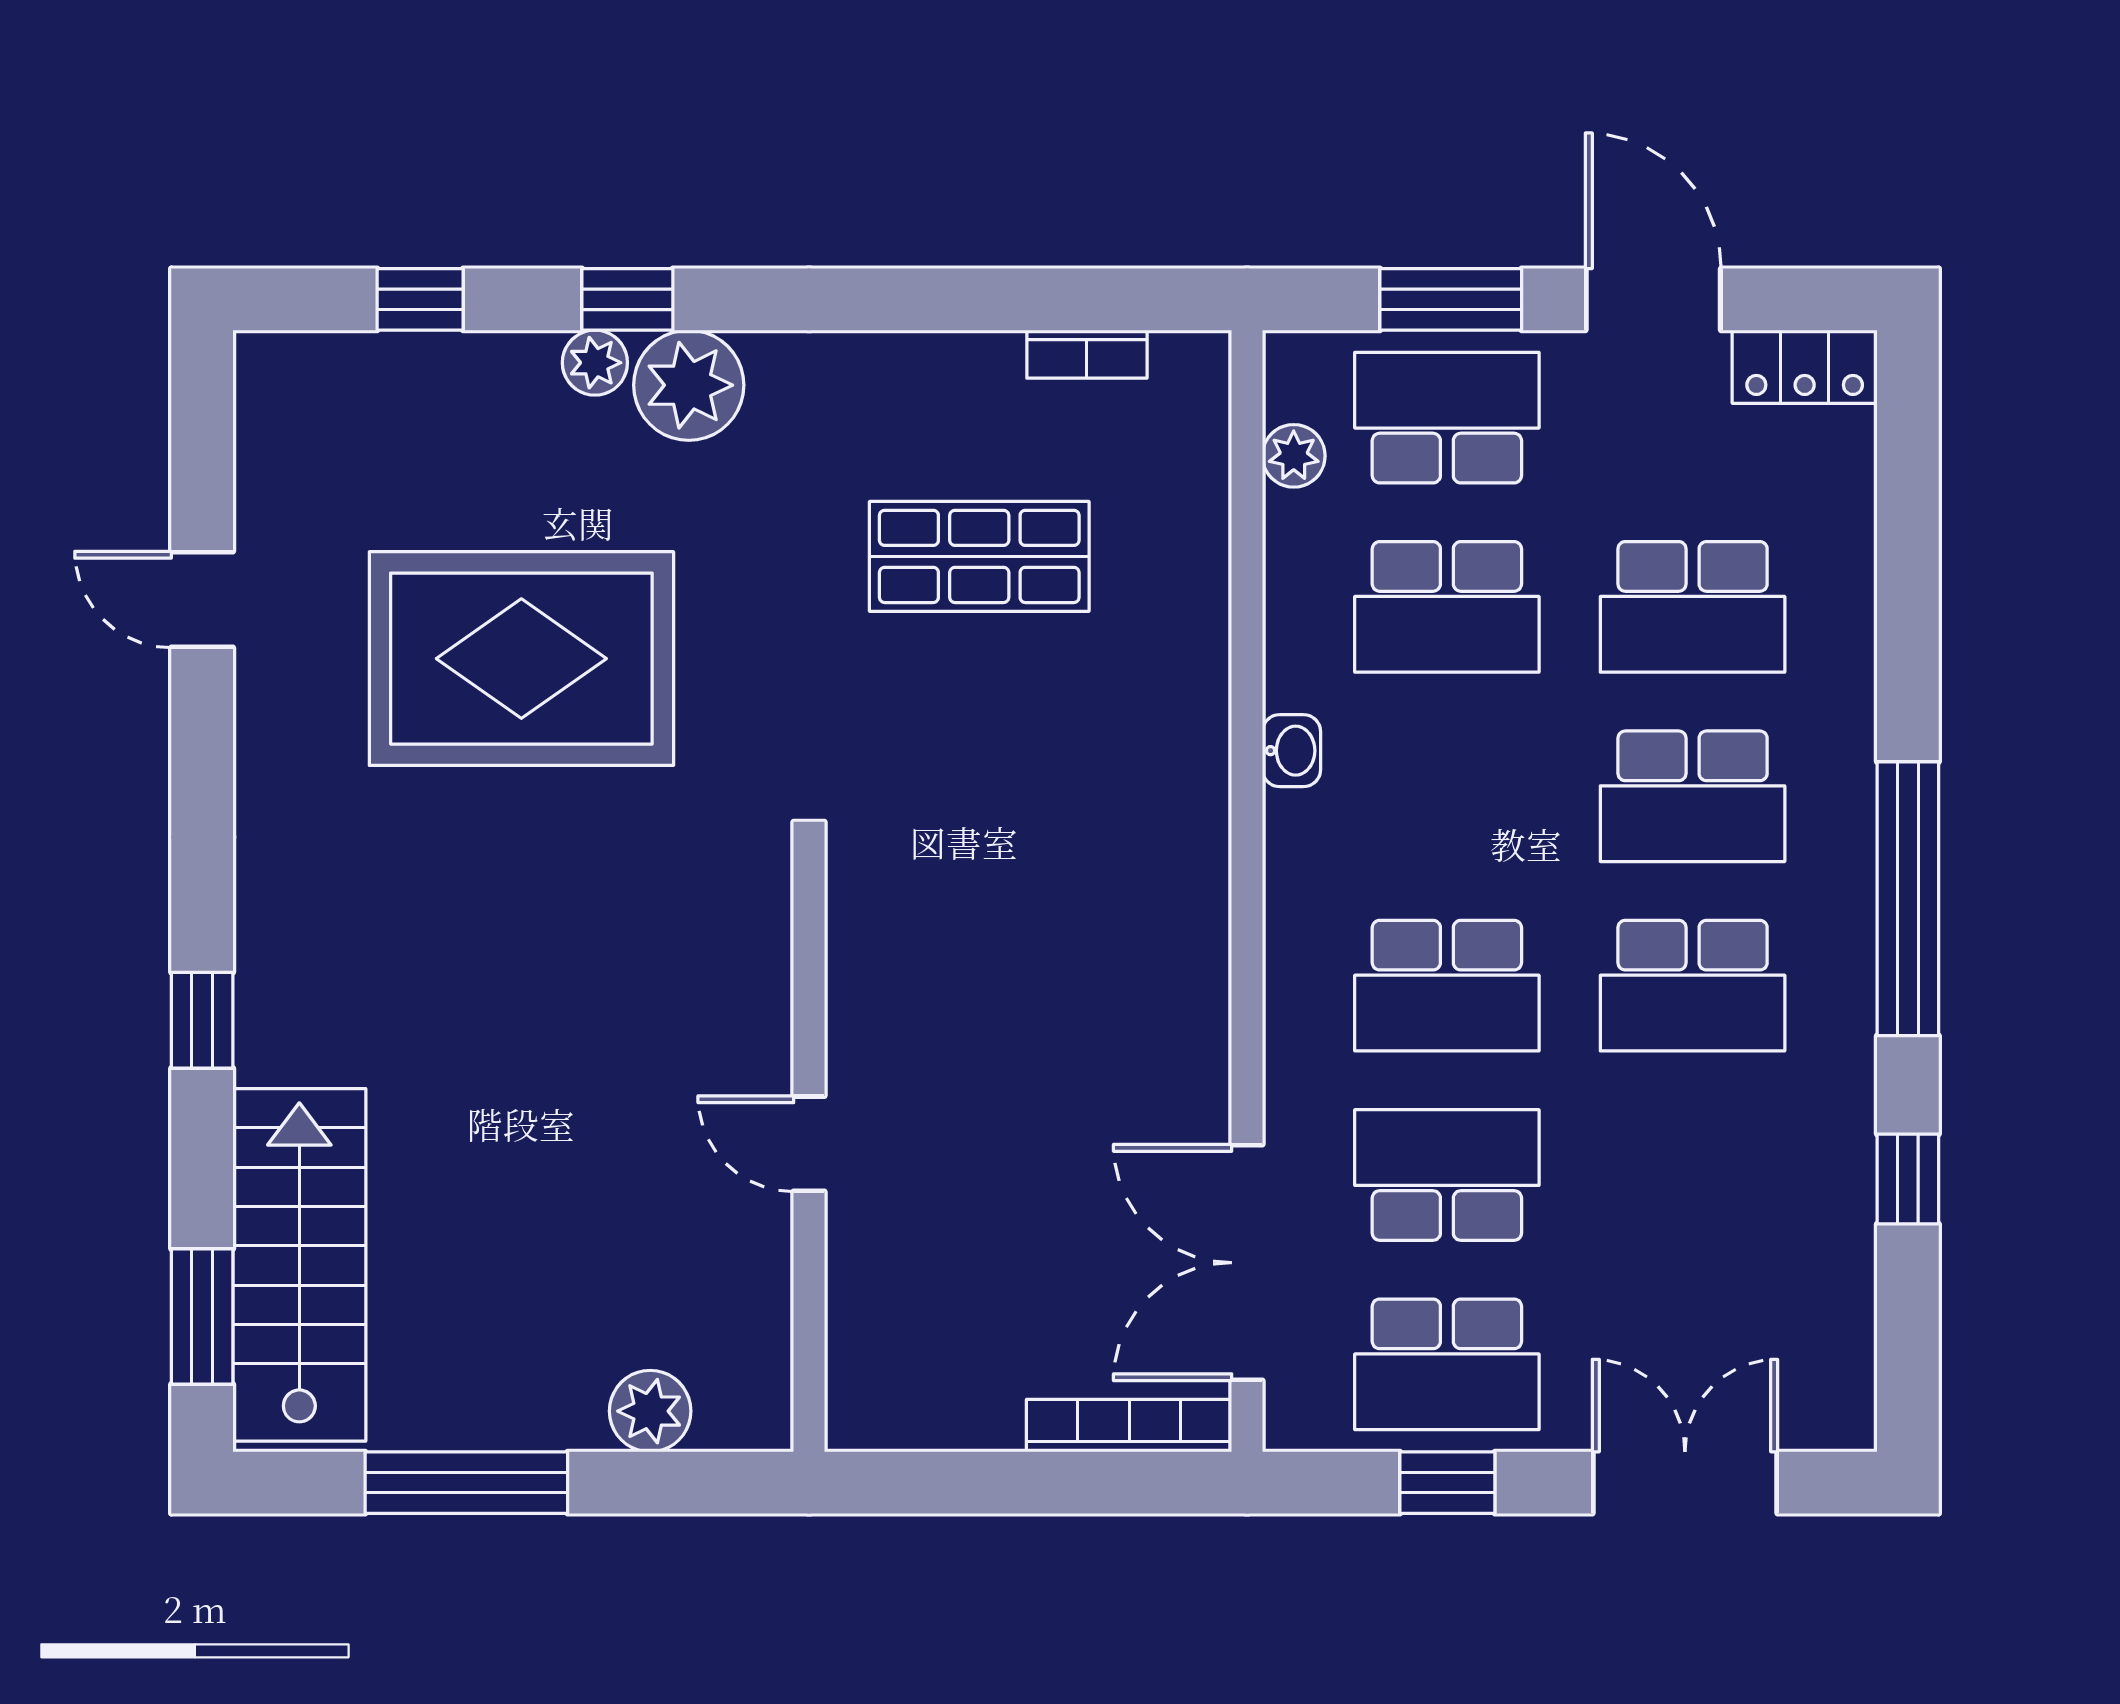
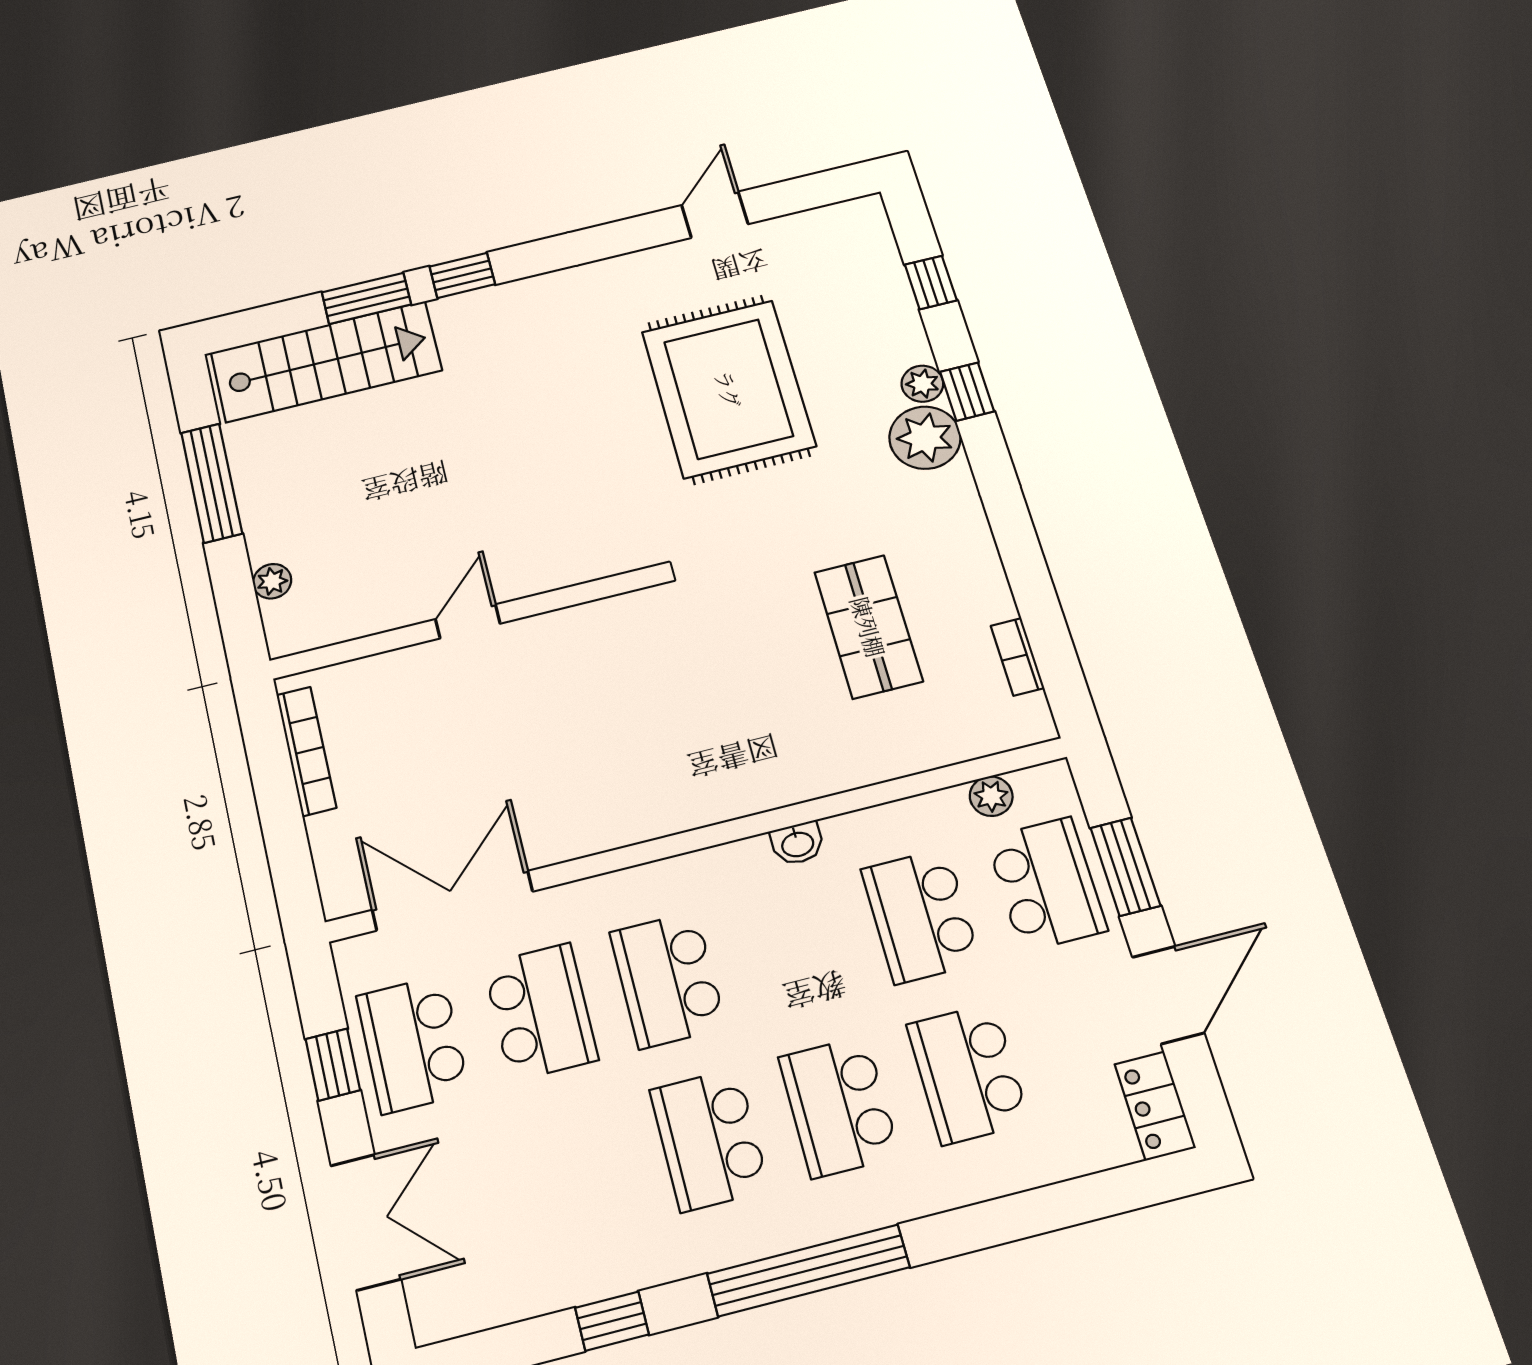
window: (202, 1316) -> (366, 298), moved
plant: (650, 1411) -> (272, 581), width x0.73, depth x0.73
bookcase: (1129, 1426) -> (306, 751), moved

